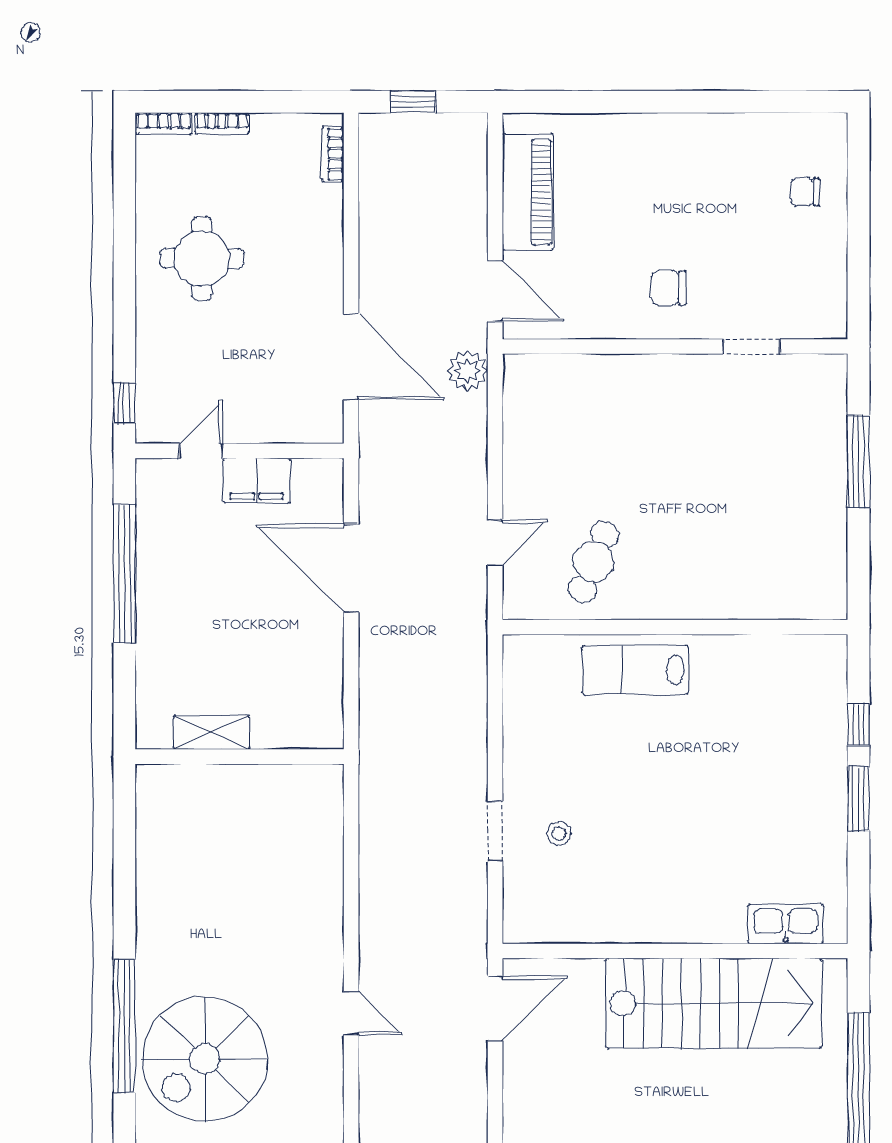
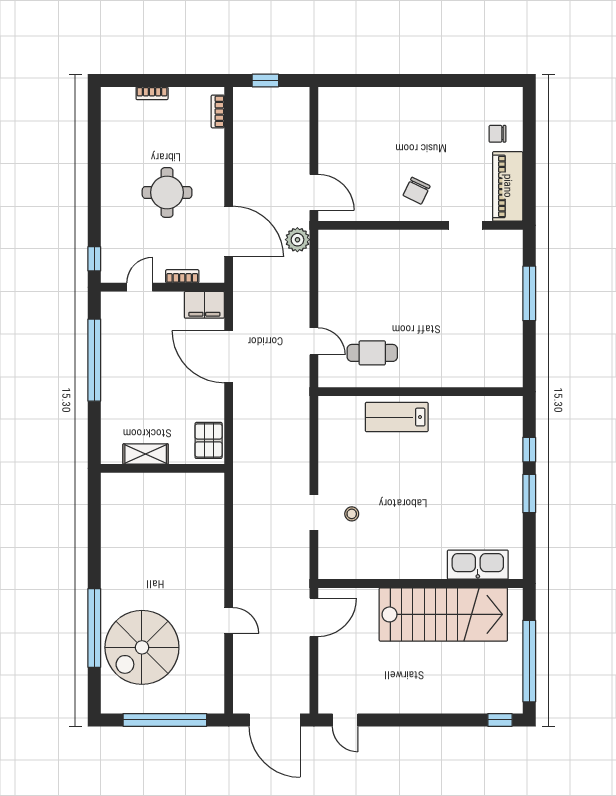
bookcase: (164, 124) -> (182, 276), moved, turned 180
piano: (528, 192) -> (508, 186), moved, turned 180
round table: (202, 258) -> (167, 192), moved
chair: (668, 288) -> (417, 191), turned -64
filing cabinet: (257, 481) -> (204, 305), moved
door: (495, 542) -> (314, 341), hinge flipped
cafe table: (594, 562) -> (372, 353), turned 68
pallet: (317, 710) -> (209, 440), added
kitchen sink: (786, 924) -> (478, 565), width x1.36, depth x1.24

